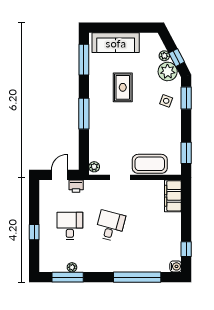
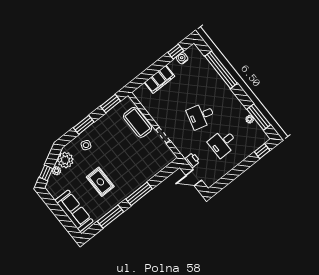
window: (177, 58) -> (46, 173), moved
window: (84, 60) -> (111, 217), moved
rug: (123, 87) -> (100, 182), turned 90
window: (186, 98) -> (84, 125), moved
plant: (94, 167) -> (170, 158), removed
filing cabinet: (173, 196) -> (159, 79), moved
window: (34, 232) -> (262, 151), moved
water cooler: (176, 266) -> (182, 58), moved

